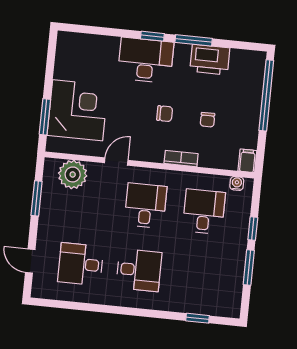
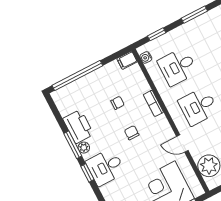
plant: (183, 50) -> (84, 148), added
desk: (146, 60) -> (106, 167), width x0.73
window: (253, 229) -> (157, 34), moved

